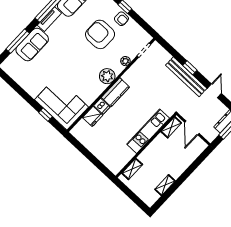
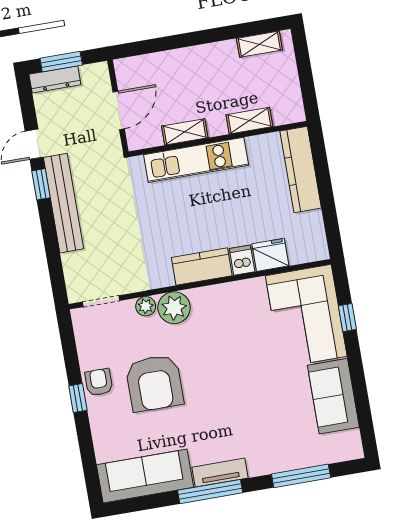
sofa: (32, 45) -> (333, 396), moved, turned -90
window: (190, 68) -> (41, 184), moved
plant: (107, 76) -> (174, 308), moved
shelving: (171, 127) -> (185, 132), moved
kitchen counter: (106, 158) -> (301, 170), added
shelving: (132, 169) -> (249, 121), moved
shelving: (165, 185) -> (259, 44), moved

